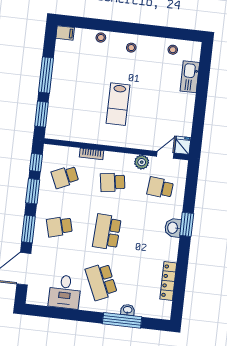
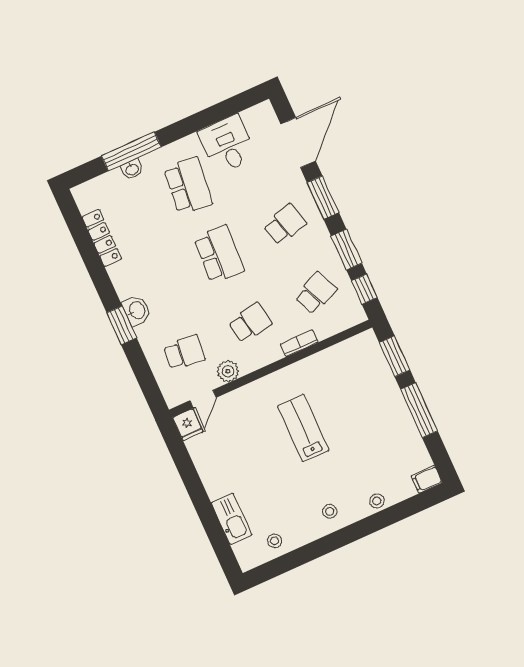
school desk: (101, 282) -> (188, 186), turned 30

